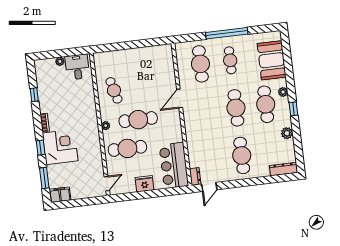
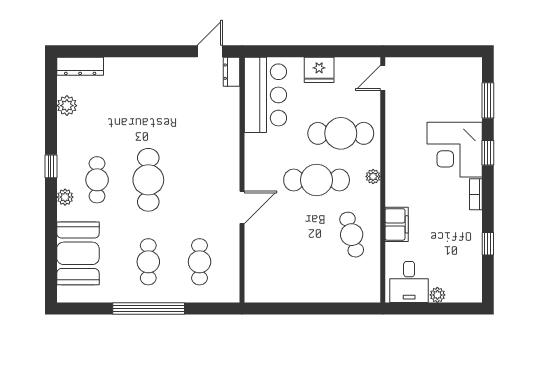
cafe table: (200, 64) -> (200, 262), width x0.73, depth x0.74
cafe table: (266, 104) -> (97, 180), width x0.73, depth x0.74
plant: (287, 133) -> (67, 106), moved
cafe table: (242, 155) -> (148, 98), removed
filing cabinet: (60, 195) -> (397, 224), moved, turned -90

